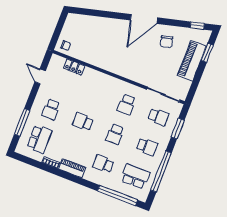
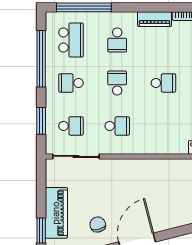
school desk: (126, 104) -> (117, 126), turned 90
school desk: (158, 117) -> (71, 126), turned 180
school desk: (103, 164) -> (117, 40), turned 90
school desk: (135, 176) -> (71, 40), turned -90

